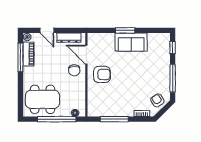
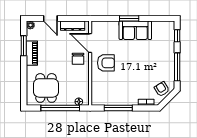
piano: (28, 54) -> (32, 53), moved
window: (20, 57) -> (24, 46), width x0.69
dining table: (43, 99) -> (46, 88), width x0.73

